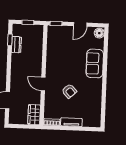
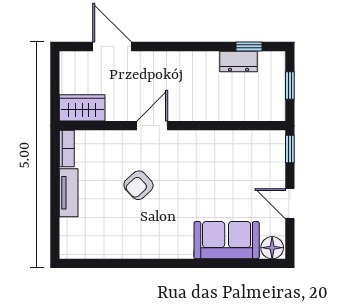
sofa: (95, 63) -> (227, 240), moved

